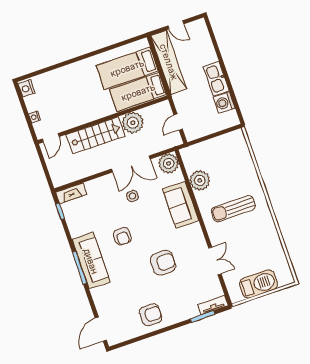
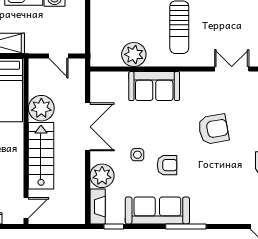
door: (51, 138) -> (26, 208), hinge flipped
plant: (169, 163) -> (102, 176), moved
side table: (132, 196) -> (137, 155), moved
sofa: (91, 261) -> (157, 210), moved
armchair: (163, 263) -> (213, 129), turned 80

